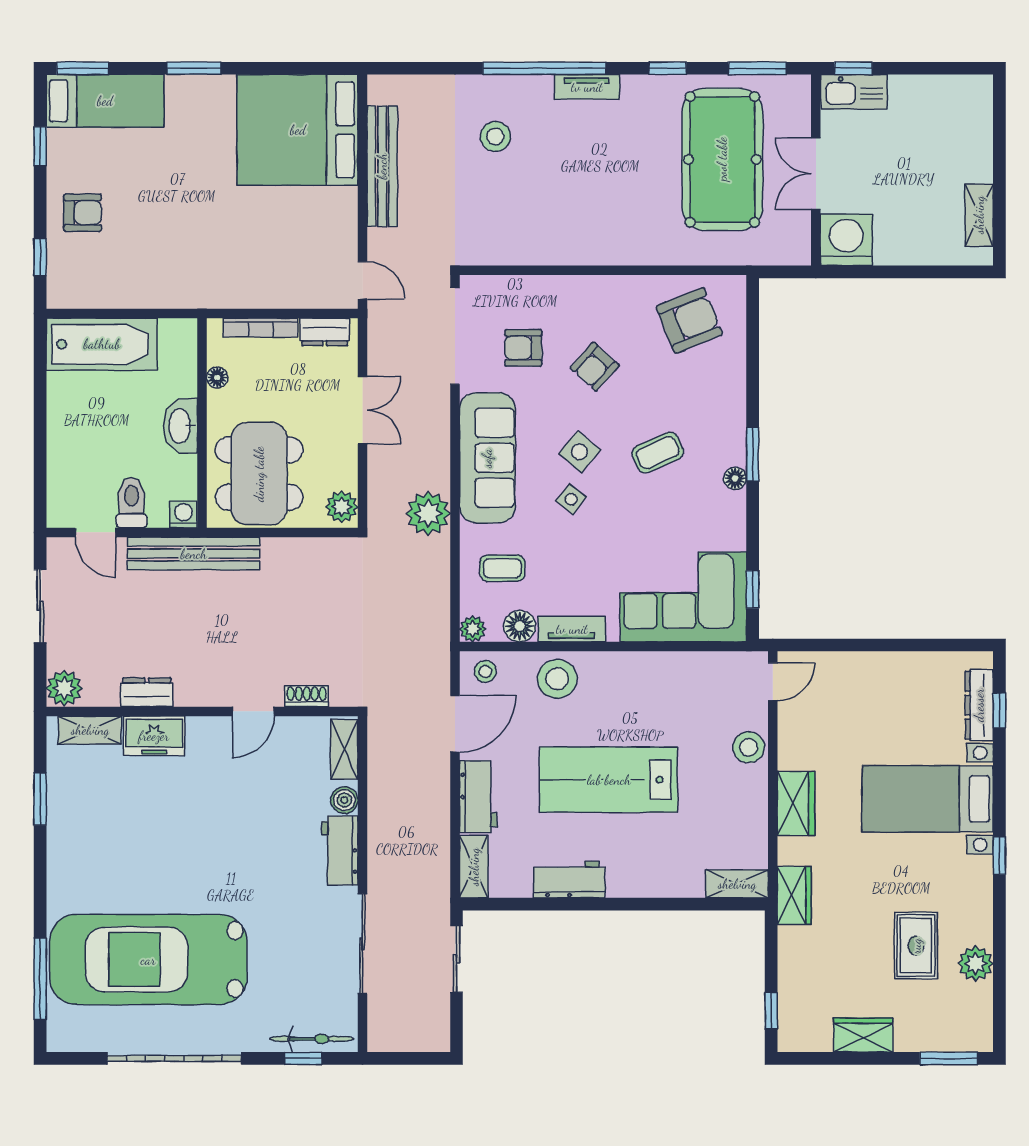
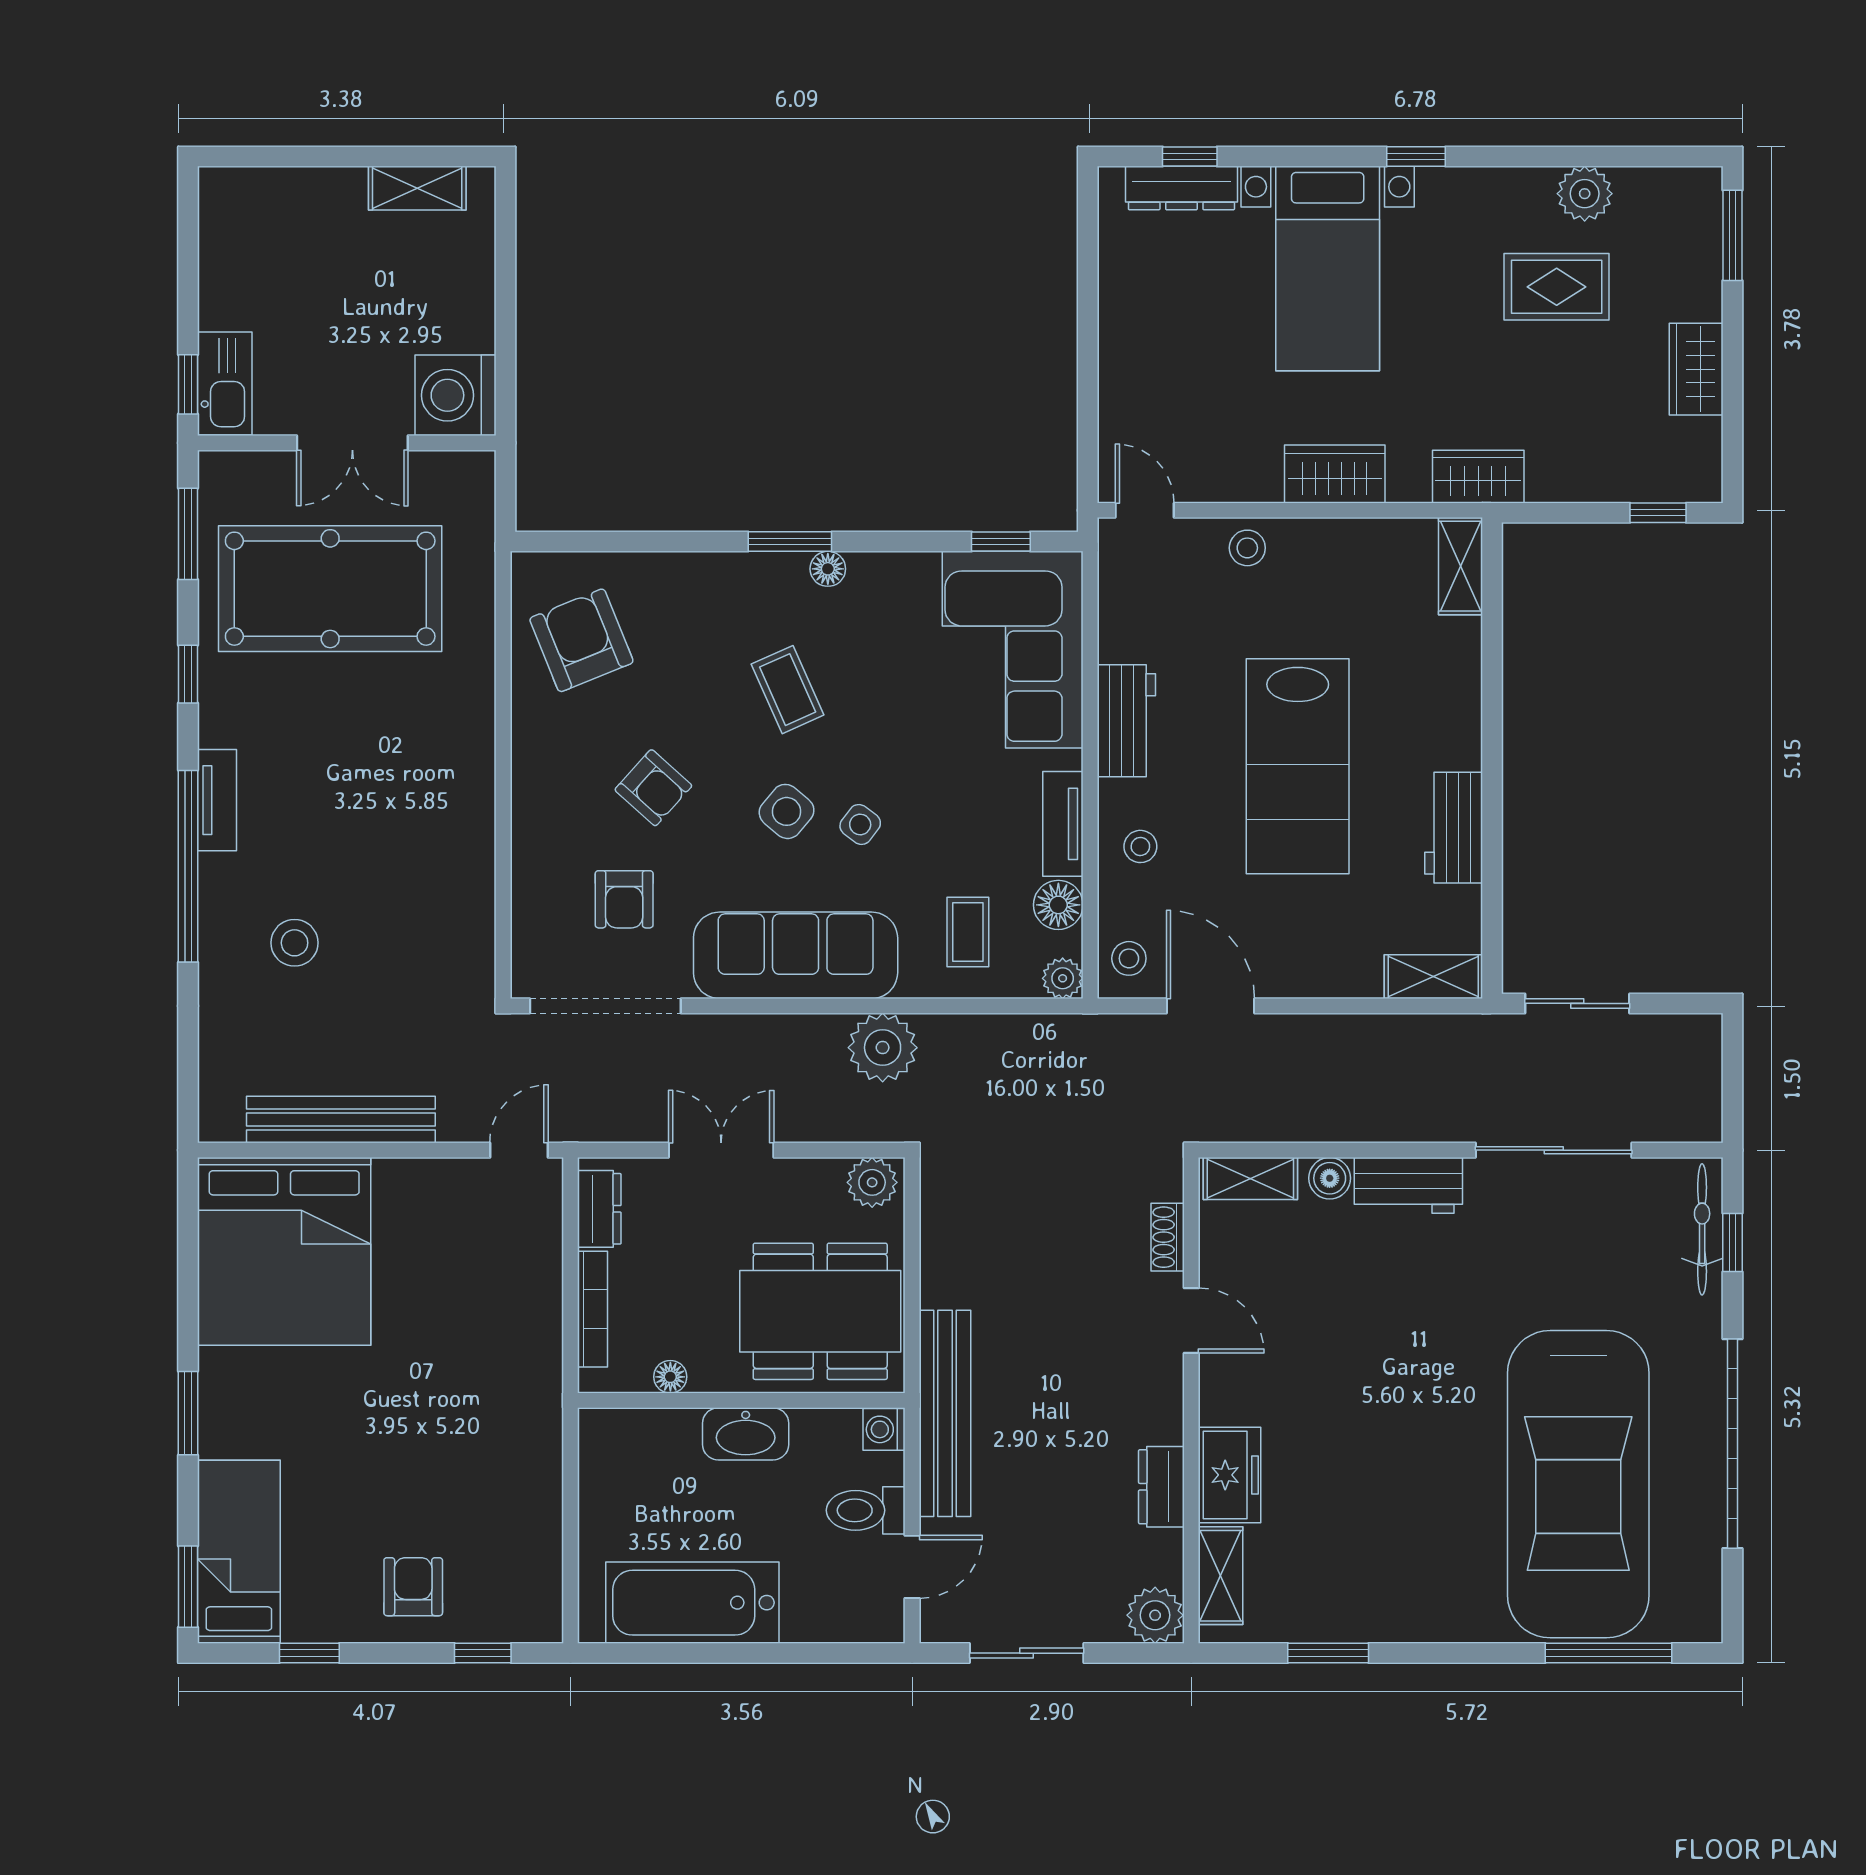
bathtub: (102, 344) -> (692, 1603), moved, turned -90
stool: (557, 679) -> (1140, 846), width x0.53, depth x0.53
stool: (749, 747) -> (1247, 548), width x0.73, depth x0.73
workbench: (478, 797) -> (1126, 721), moved, turned 90

